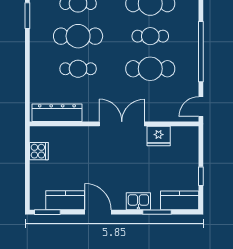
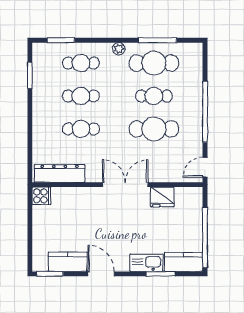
cafe table: (78, 36) -> (81, 96), width x0.73, depth x0.74
cooker: (39, 151) -> (41, 196), moved
window: (201, 176) -> (205, 237), width x3.17
kitchen sink: (138, 201) -> (146, 263), width x1.38

